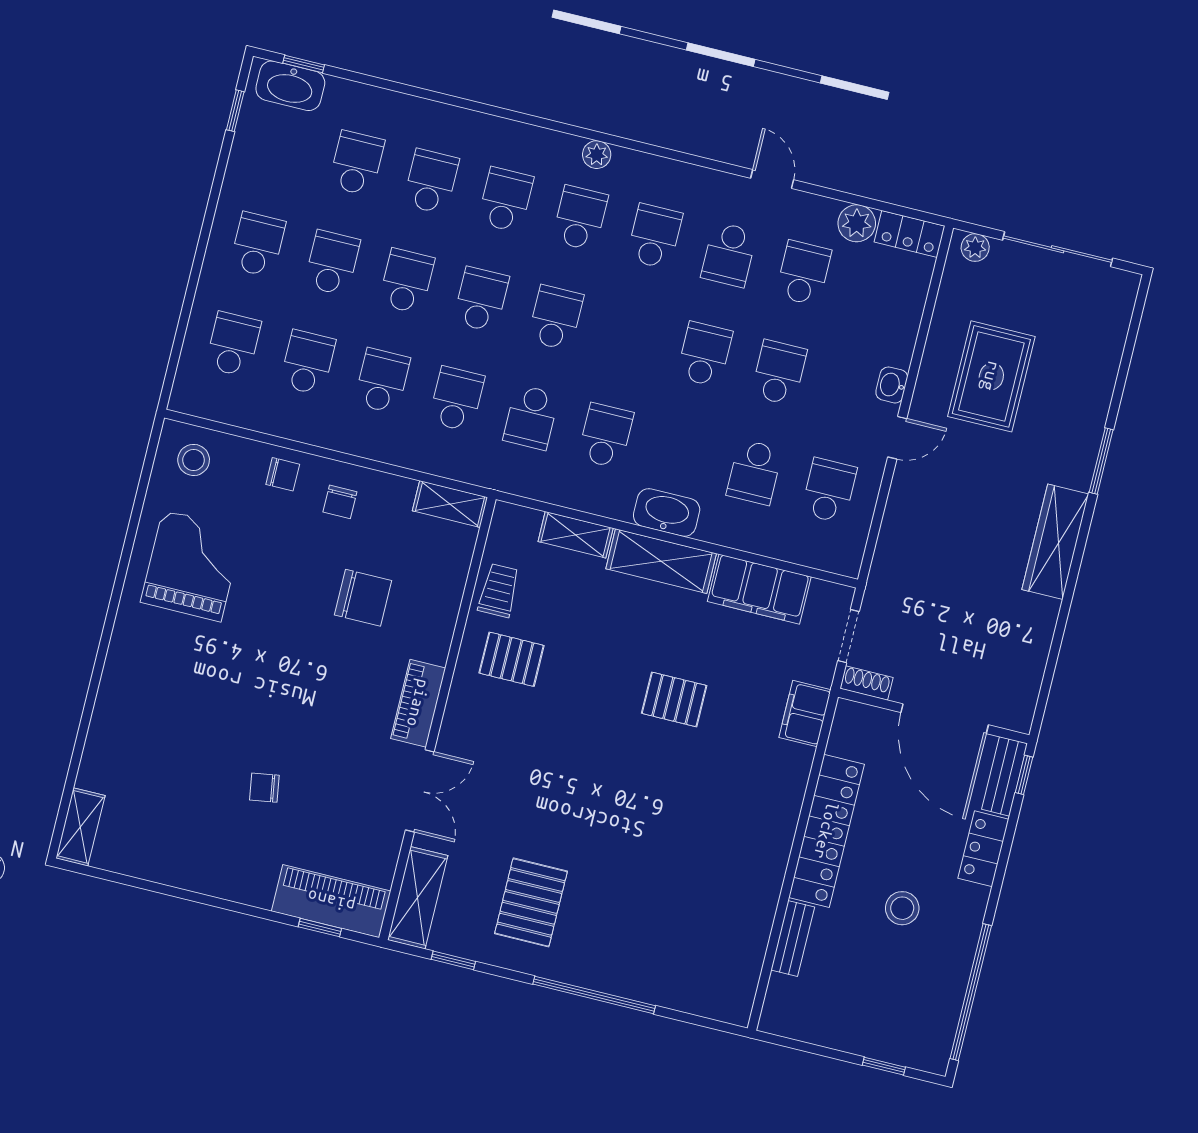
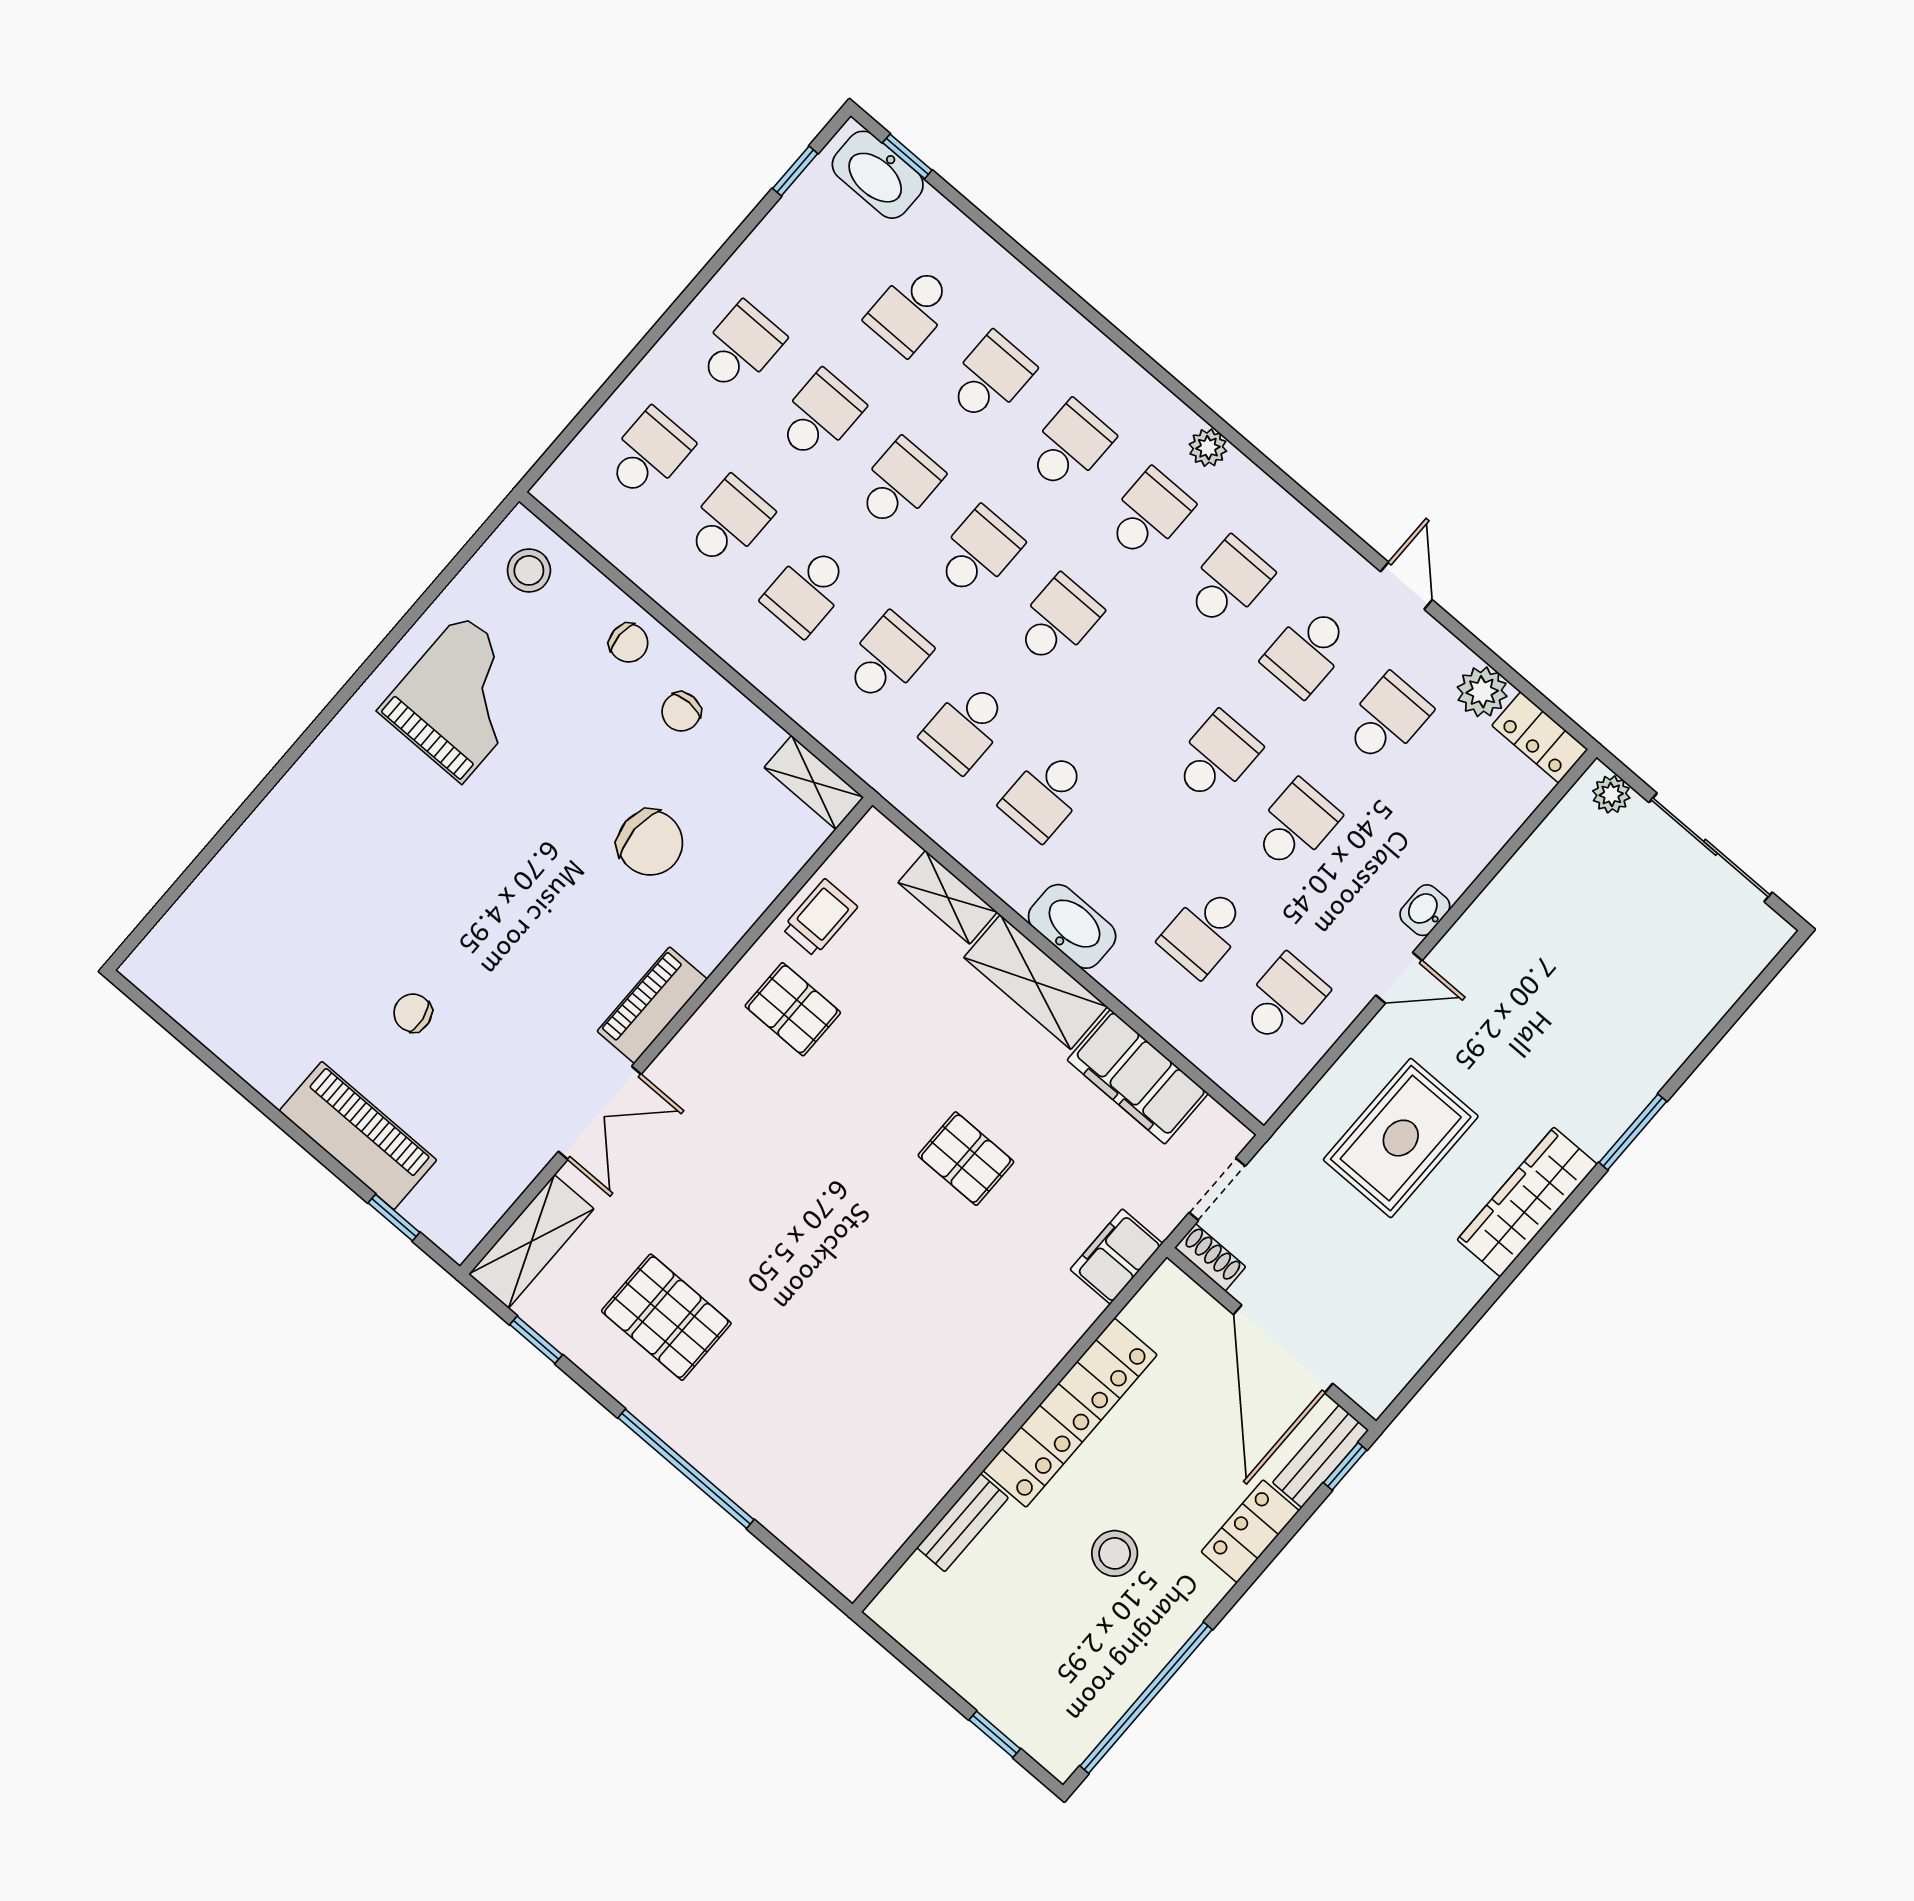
school desk: (357, 163) -> (911, 310), turned 180
rug: (991, 376) -> (1401, 1138), moved
school desk: (382, 381) -> (807, 590), turned 180
school desk: (606, 436) -> (1045, 795), turned 180
shelving: (80, 827) -> (165, 947), removed
piano: (331, 901) -> (358, 1136), moved
pallet: (531, 902) -> (666, 1317), turned 90

